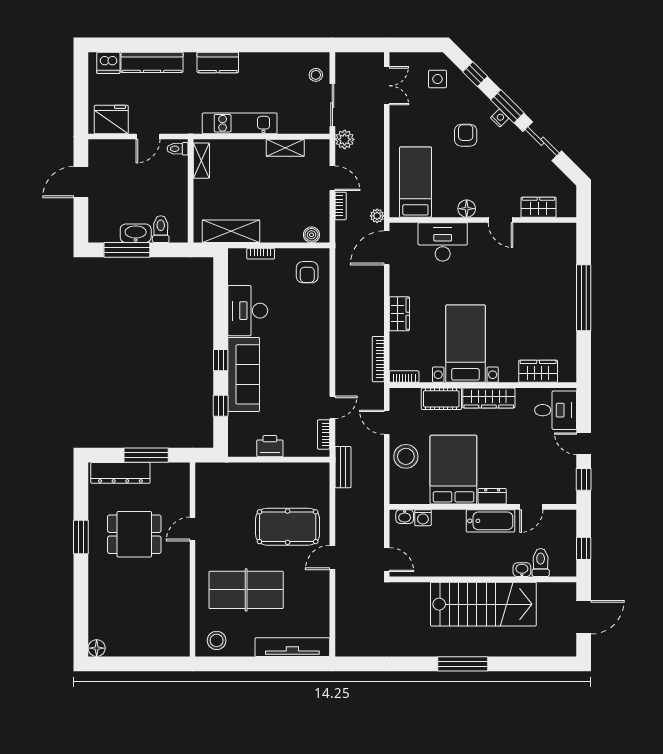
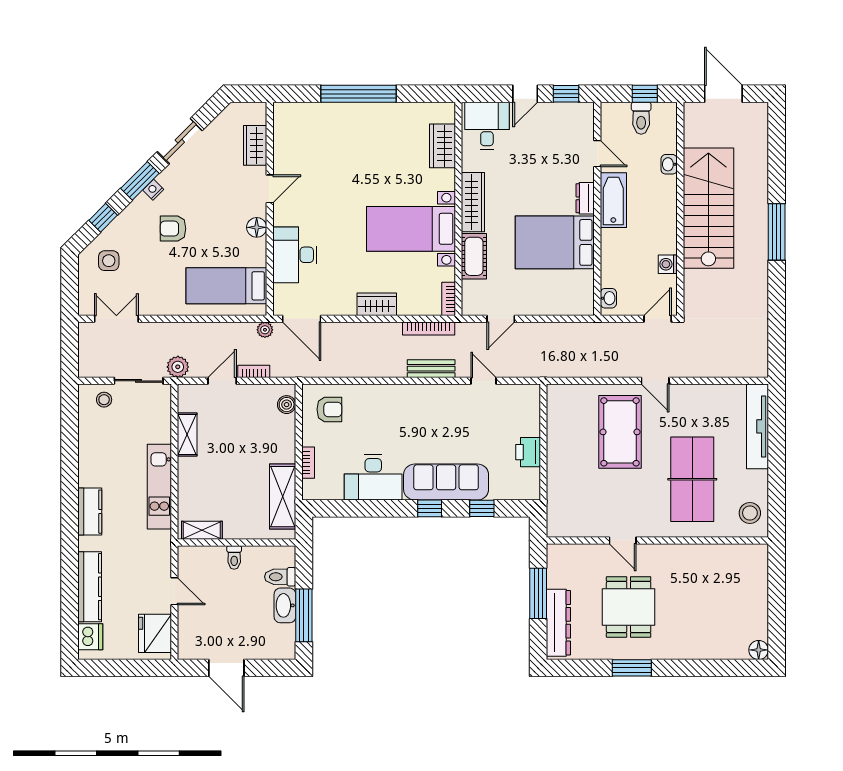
toilet: (178, 149) -> (234, 557), moved
bookcase: (324, 434) -> (515, 391), removed
stool: (406, 456) -> (540, 297), removed
bench: (343, 467) -> (431, 369), moved
washing machine: (423, 518) -> (668, 264), moved, turned 180
toilet: (541, 563) -> (641, 118), moved, turned -90

